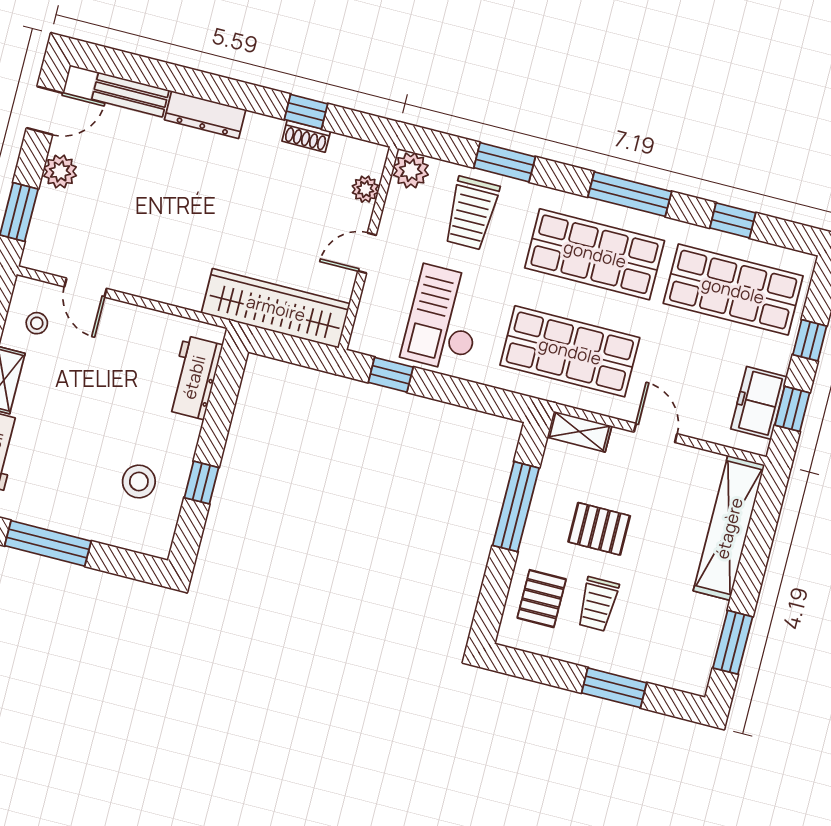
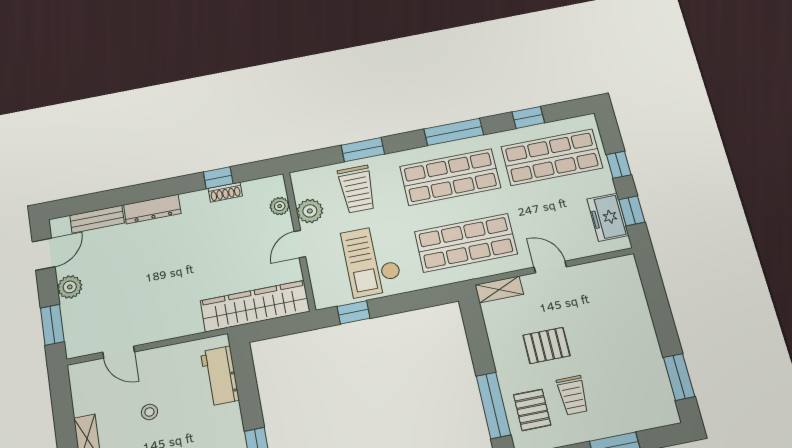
plant: (411, 170) -> (310, 211), moved
stool: (37, 323) -> (149, 412), moved
window: (516, 507) -> (493, 405), moved
shelving: (729, 528) -> (633, 304), removed

